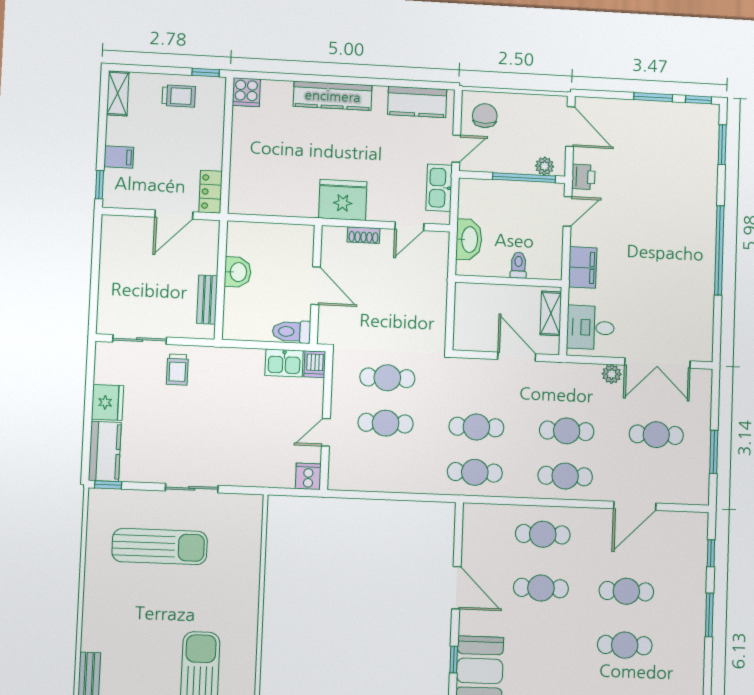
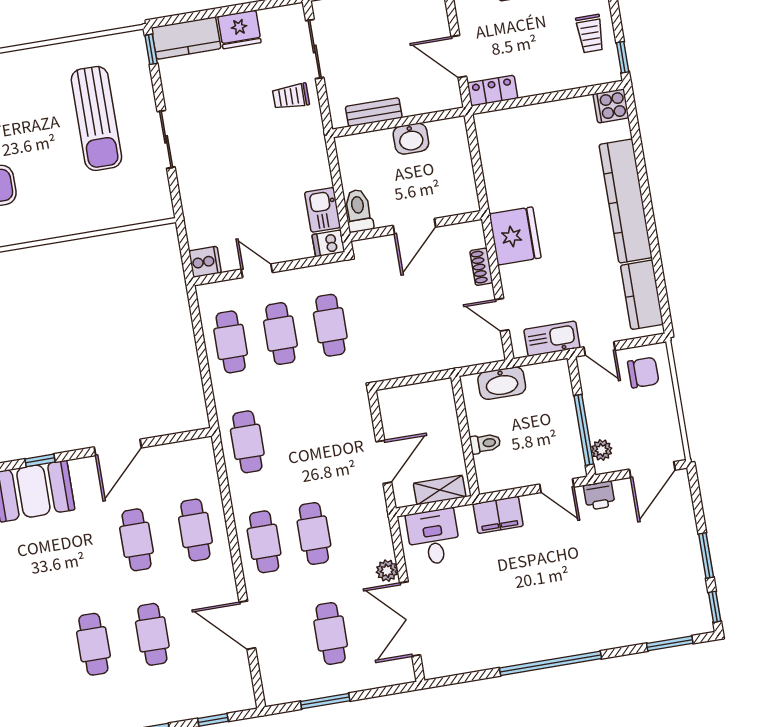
kitchen counter: (333, 96) -> (626, 201), width x1.39, depth x1.17
cafe table: (476, 427) -> (231, 342), moved

